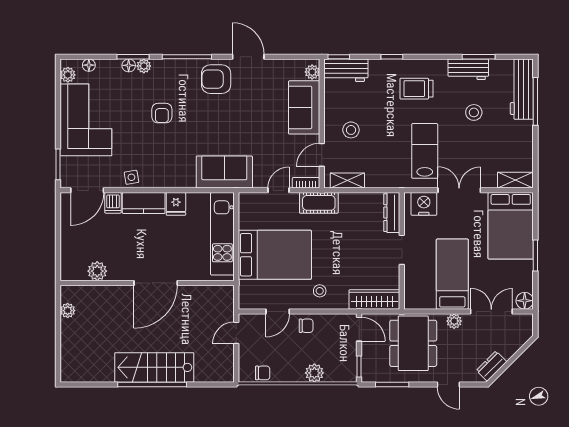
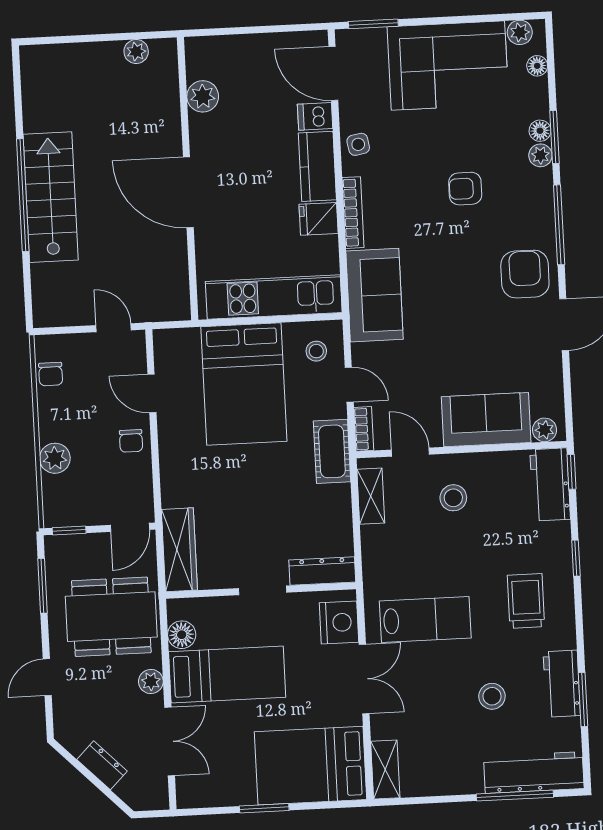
bookcase: (173, 183) -> (353, 213), added
stool: (320, 291) -> (316, 351), moved
floor lamp: (525, 301) -> (182, 635), moved
dresser: (492, 366) -> (102, 765), moved

